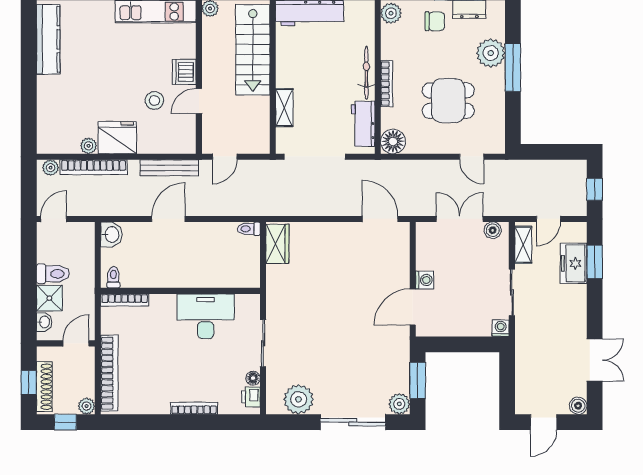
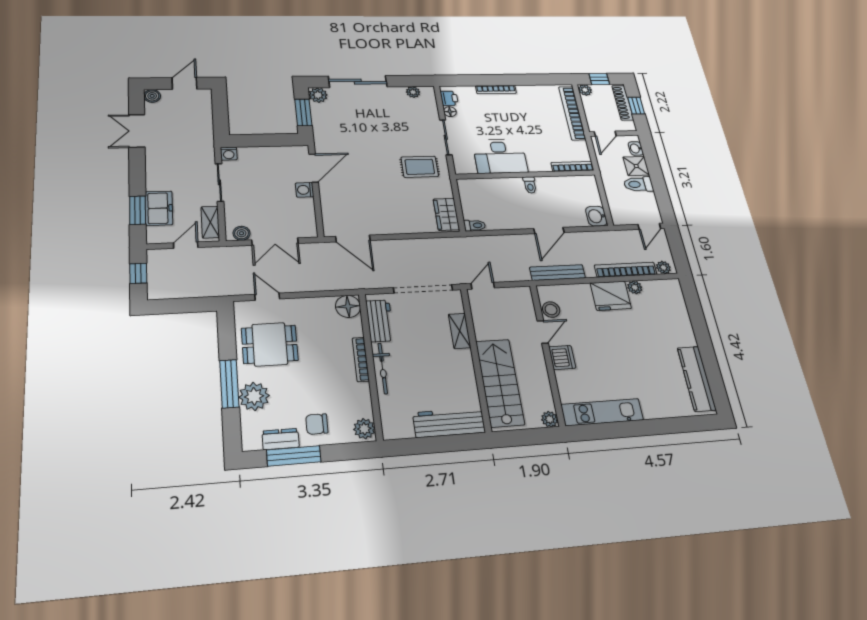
stool: (154, 101) -> (551, 310), moved
dining table: (448, 101) -> (270, 344), moved
door: (225, 157) -> (483, 286), moved
toilet: (113, 277) -> (530, 185), moved
rug: (298, 305) -> (420, 167), added
plant: (299, 399) -> (413, 92), width x0.53, depth x0.53

